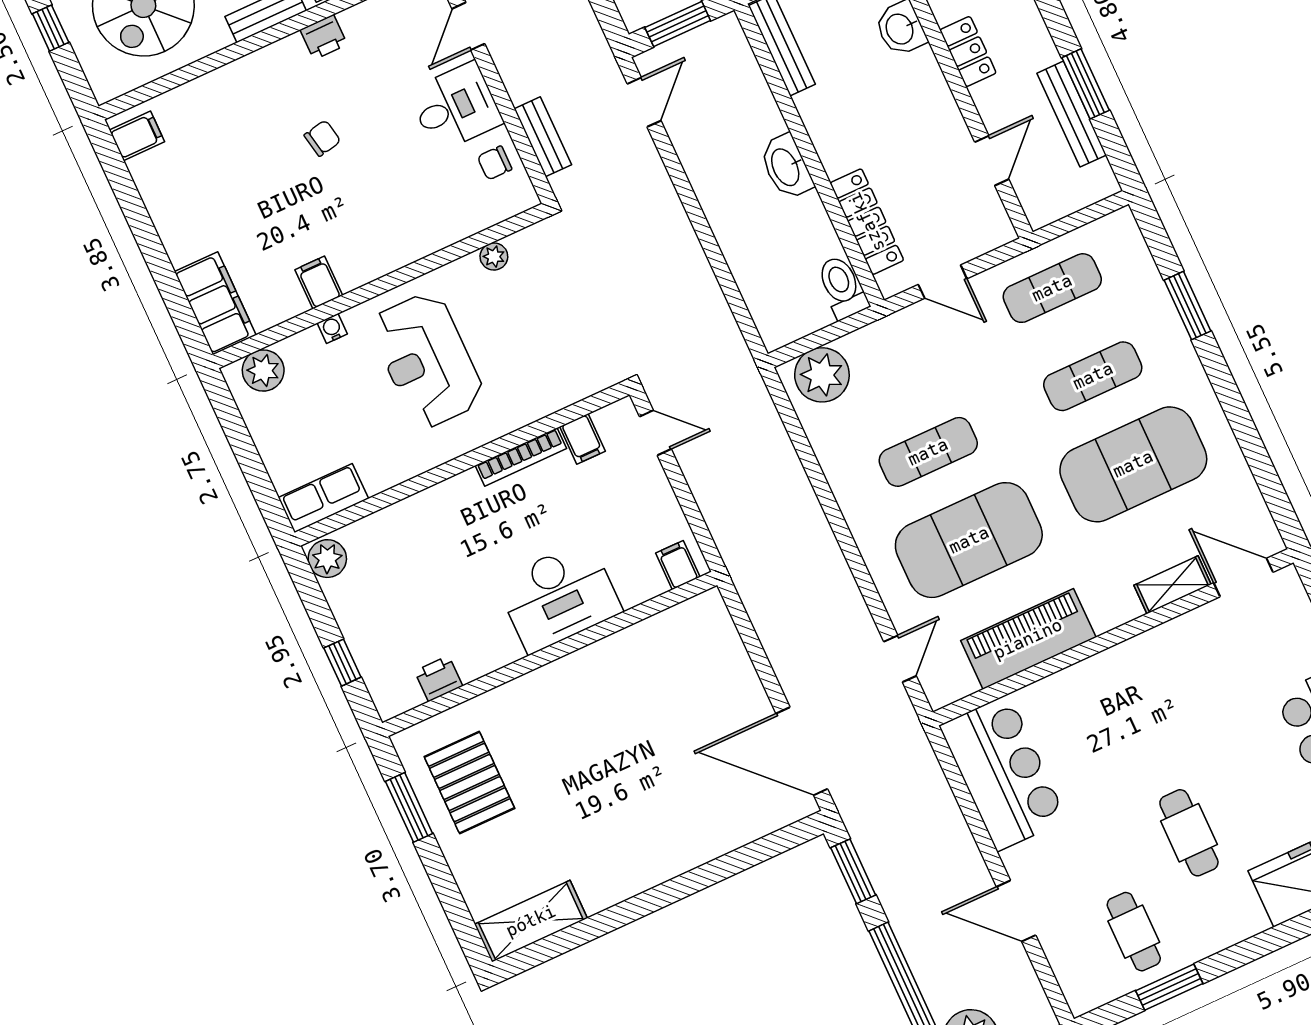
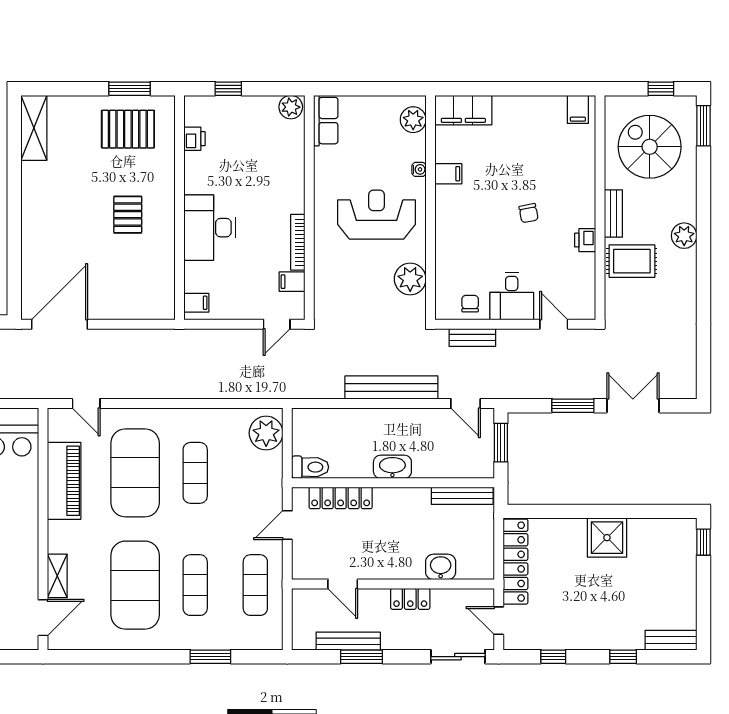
bench: (671, 222) -> (391, 388), added
plant: (494, 257) -> (410, 279), width x1.87, depth x1.87
pallet: (595, 725) -> (128, 215), added

